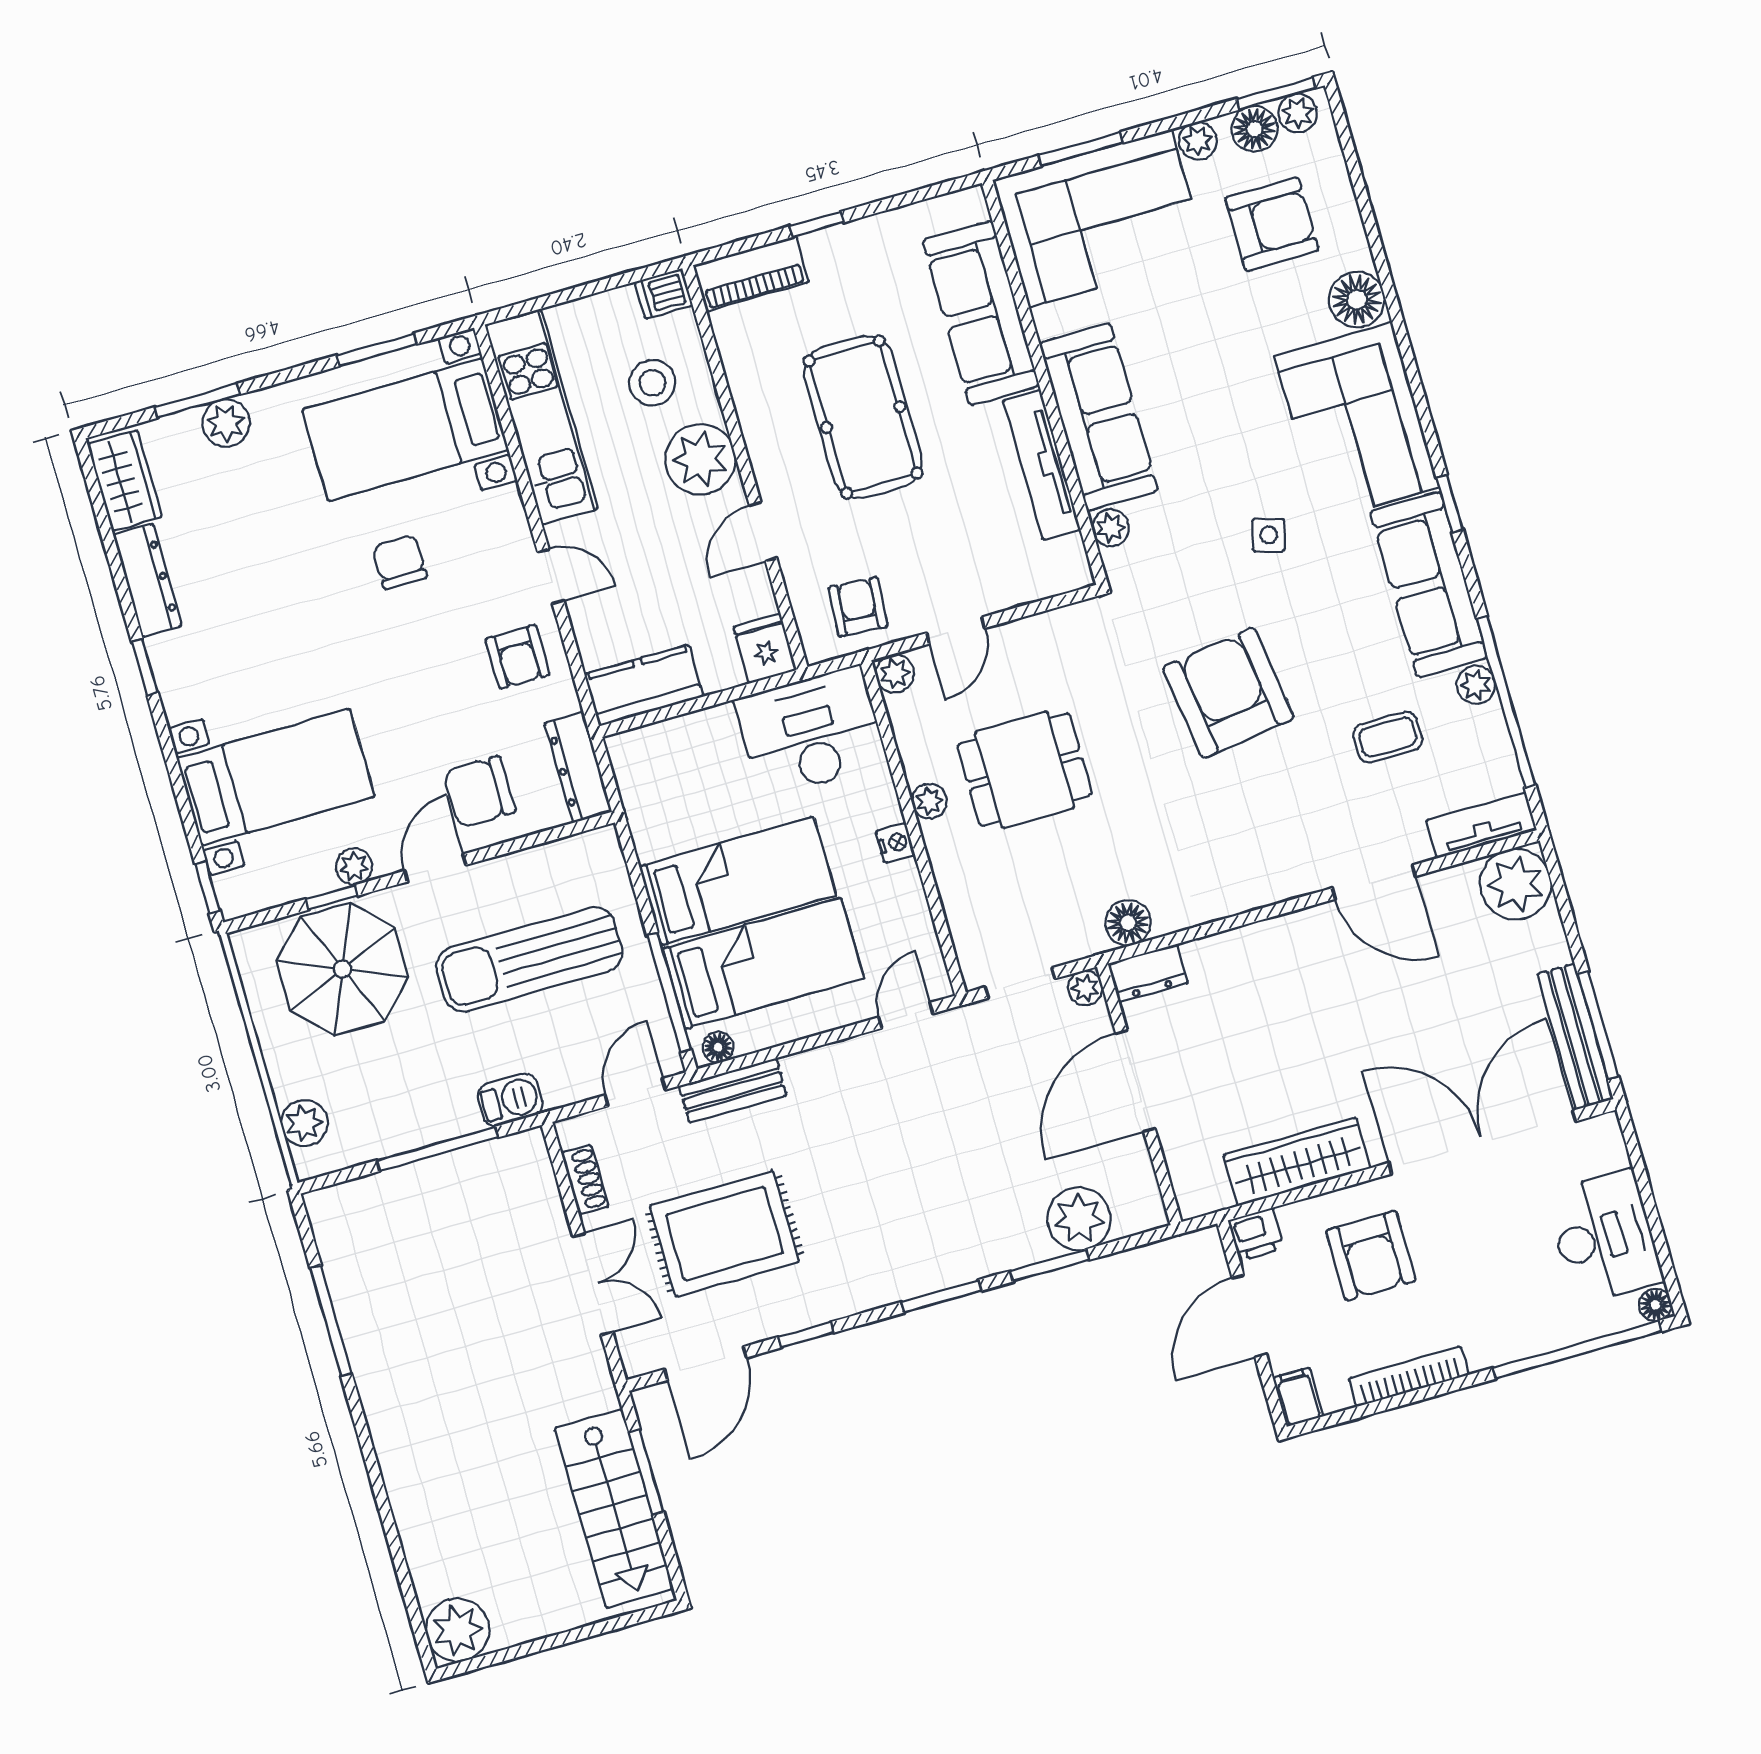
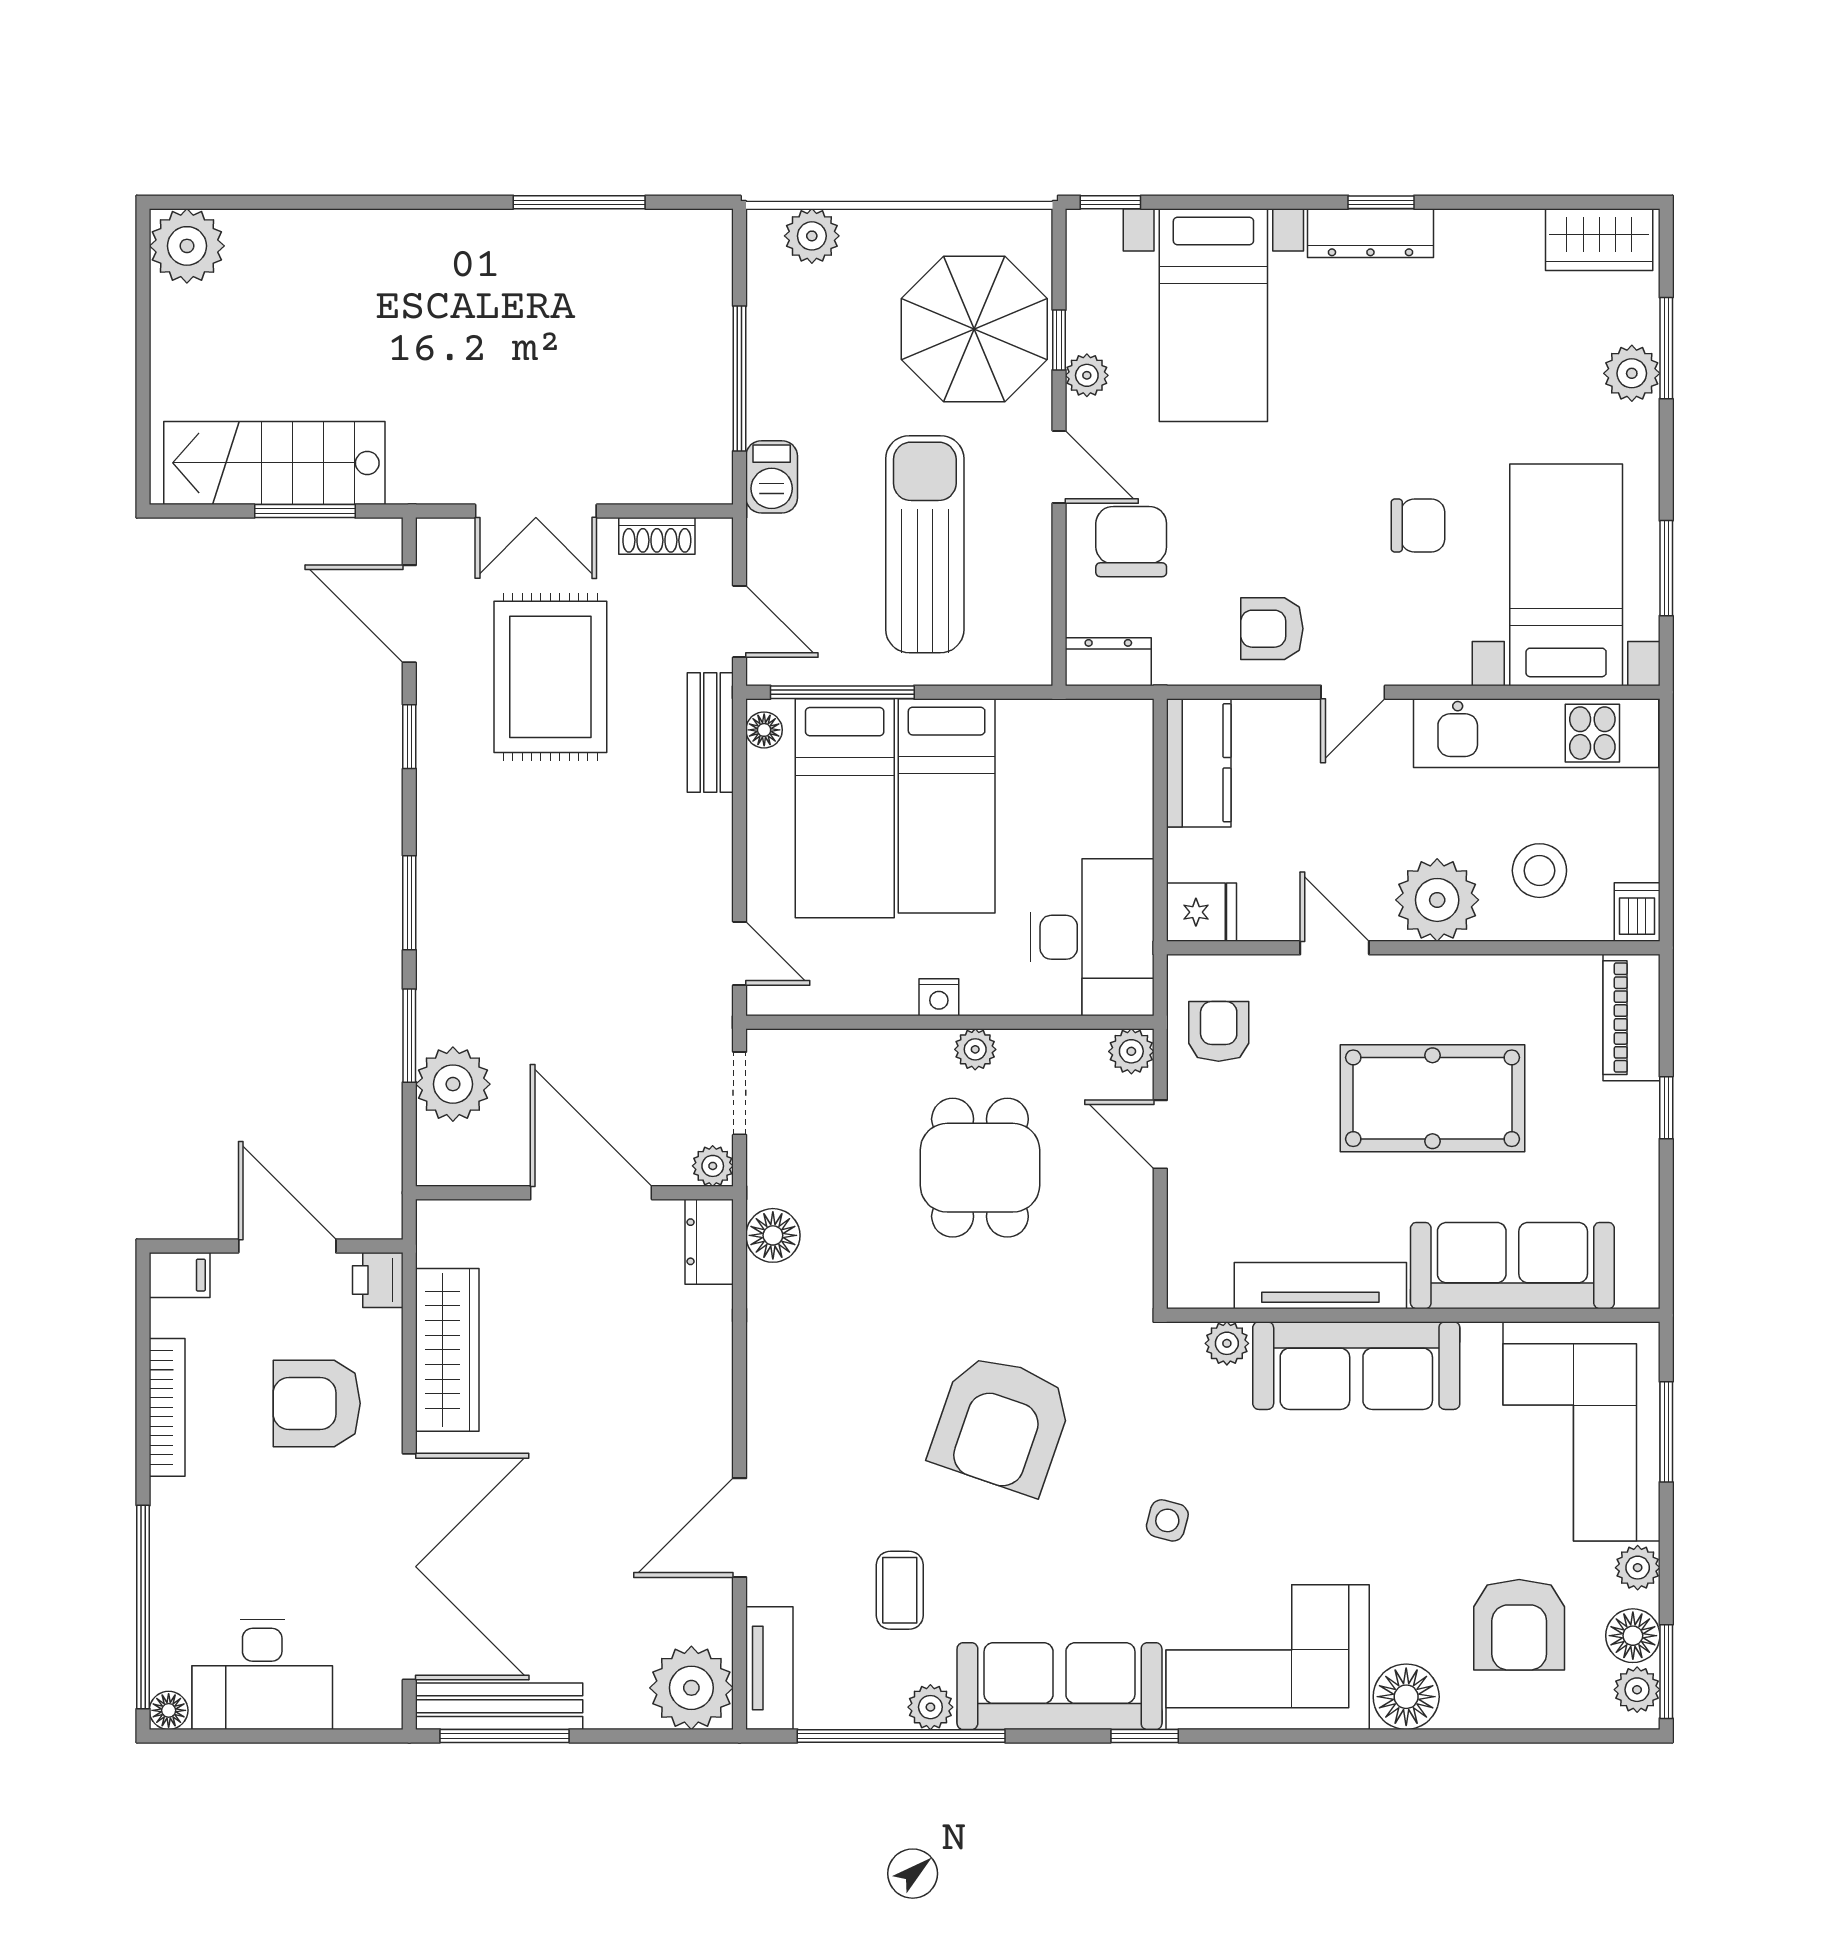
dresser: (147, 580) -> (1370, 233), moved
armchair: (858, 607) -> (1219, 1031), turned -94
armchair: (1228, 693) -> (1001, 1424), turned 117
dresser: (578, 767) -> (1108, 662), width x0.70

